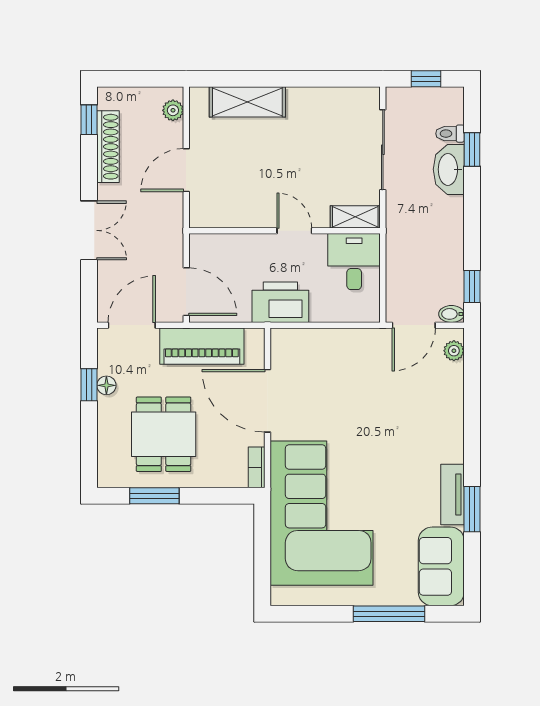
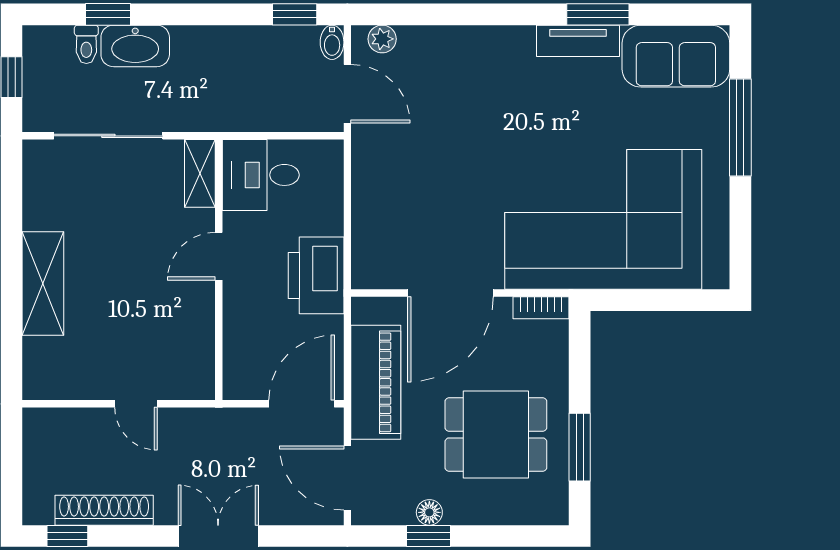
shelving: (247, 102) -> (43, 283), moved
plant: (173, 110) -> (55, 422), removed
door: (186, 170) -> (136, 404), width x0.73

